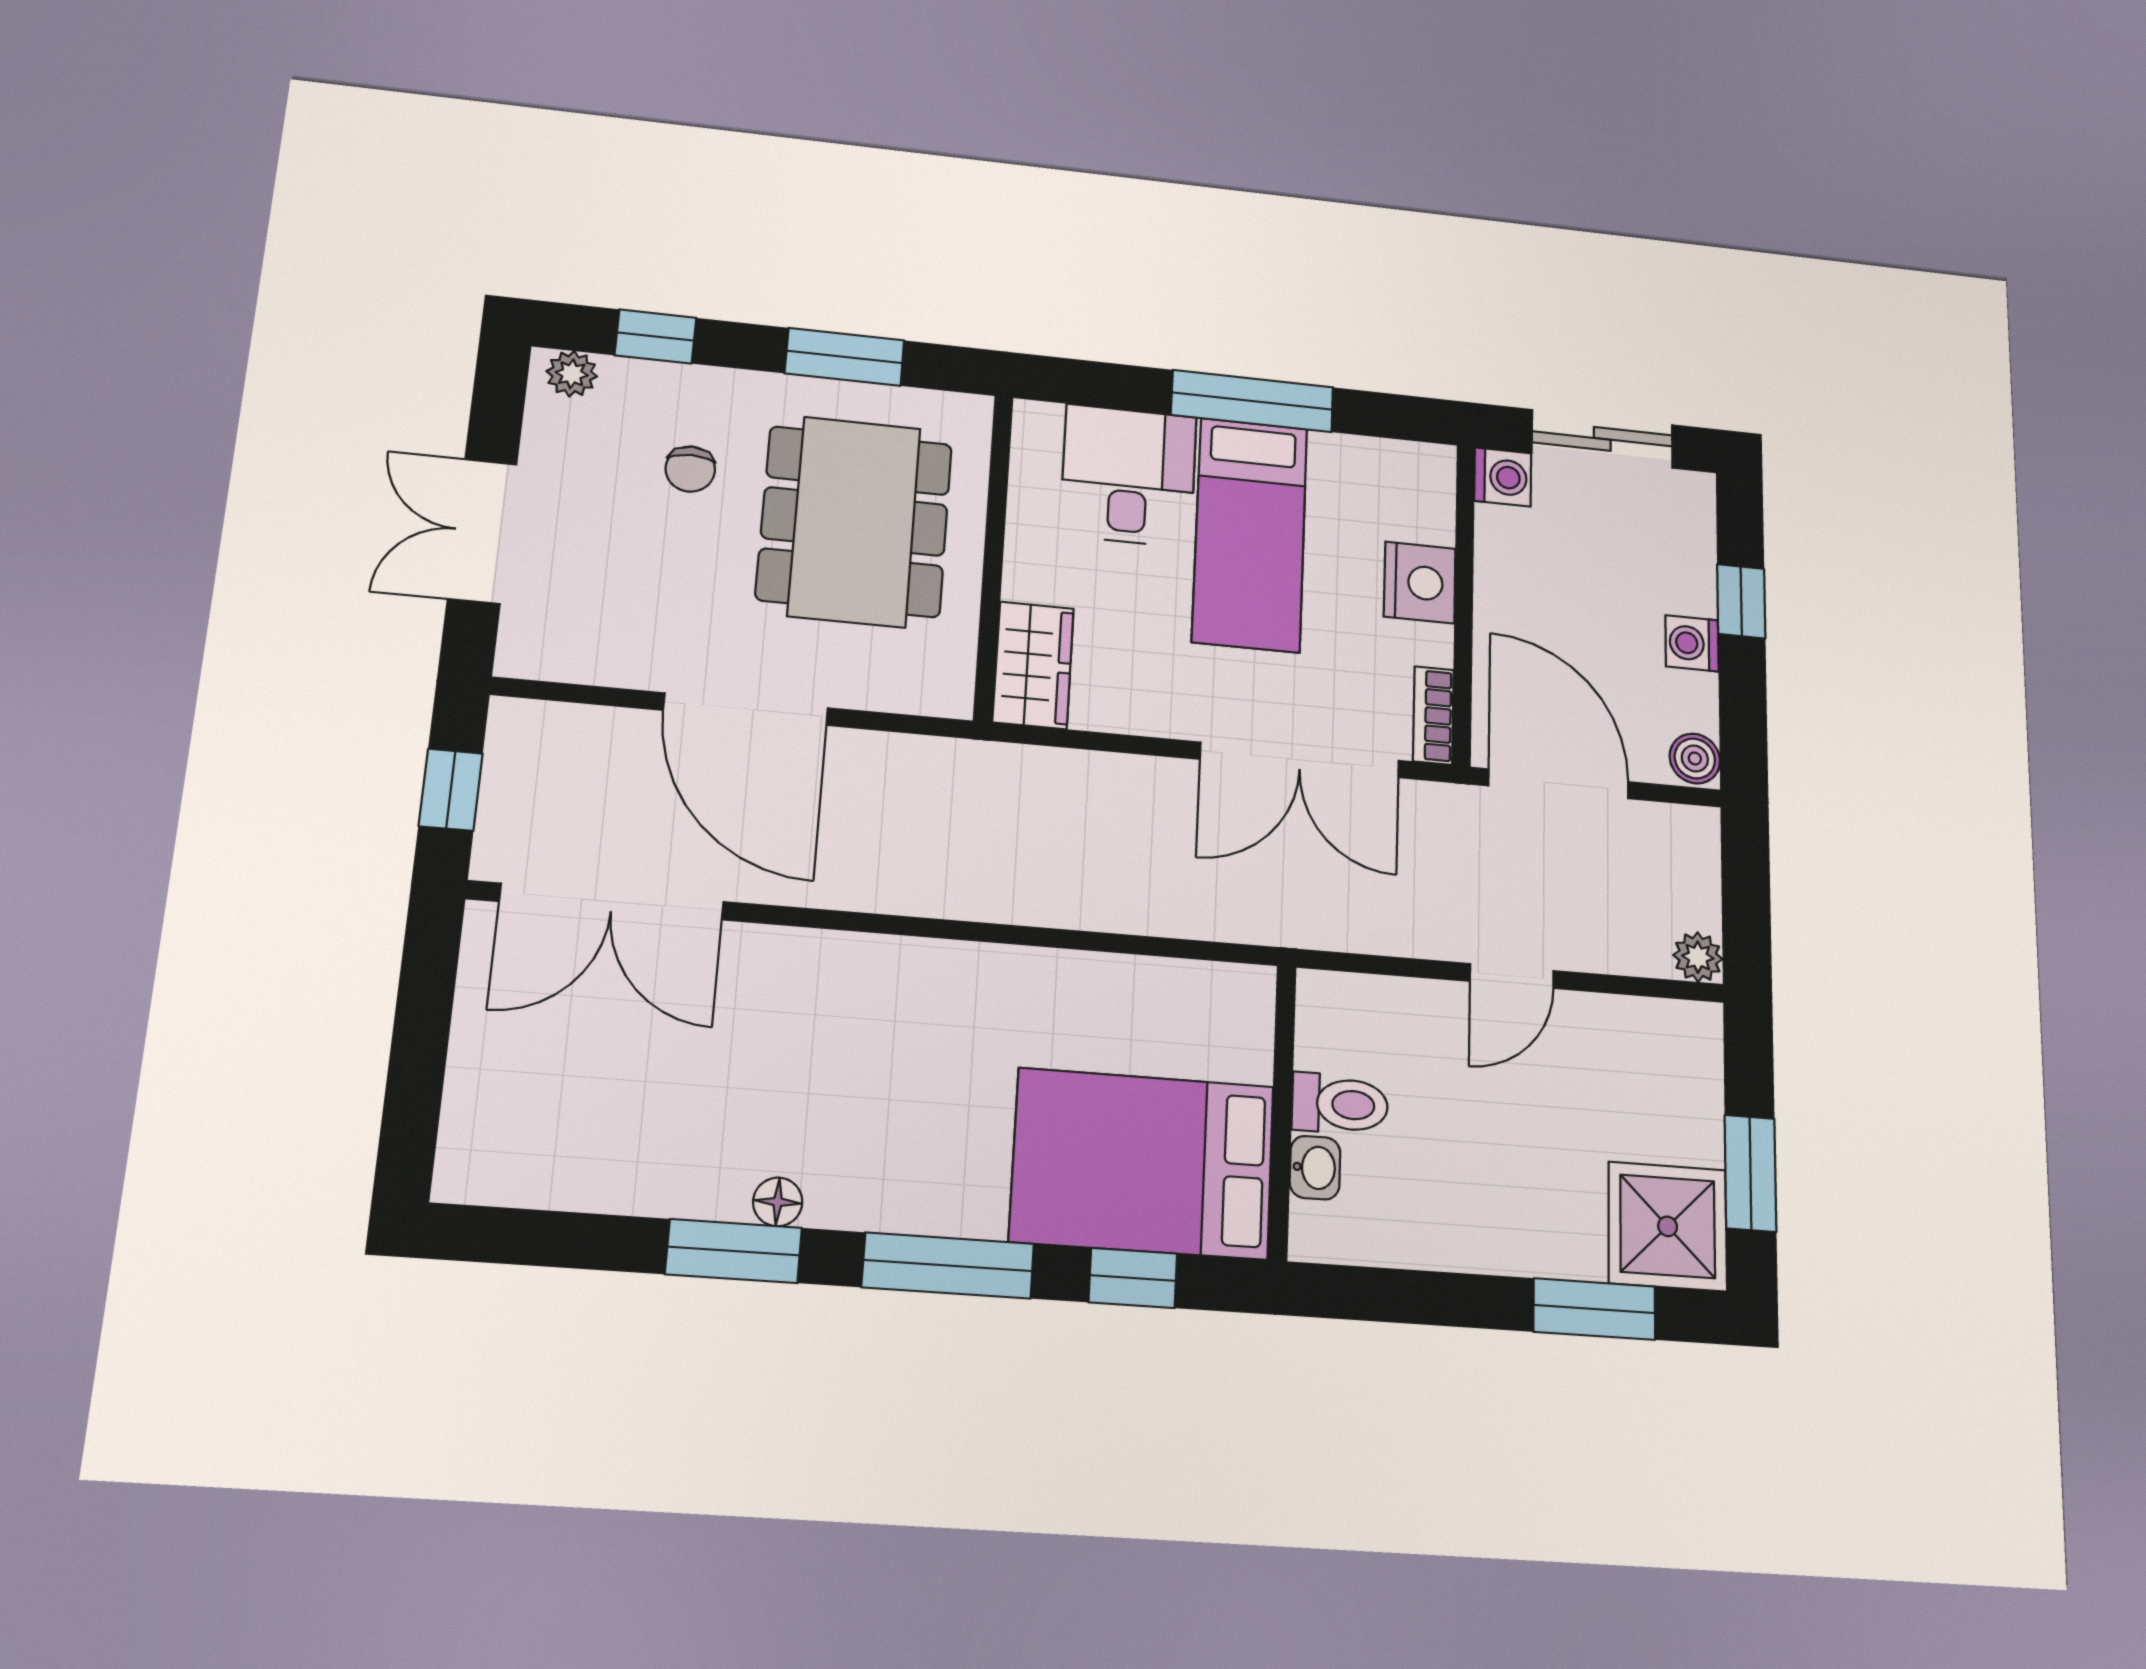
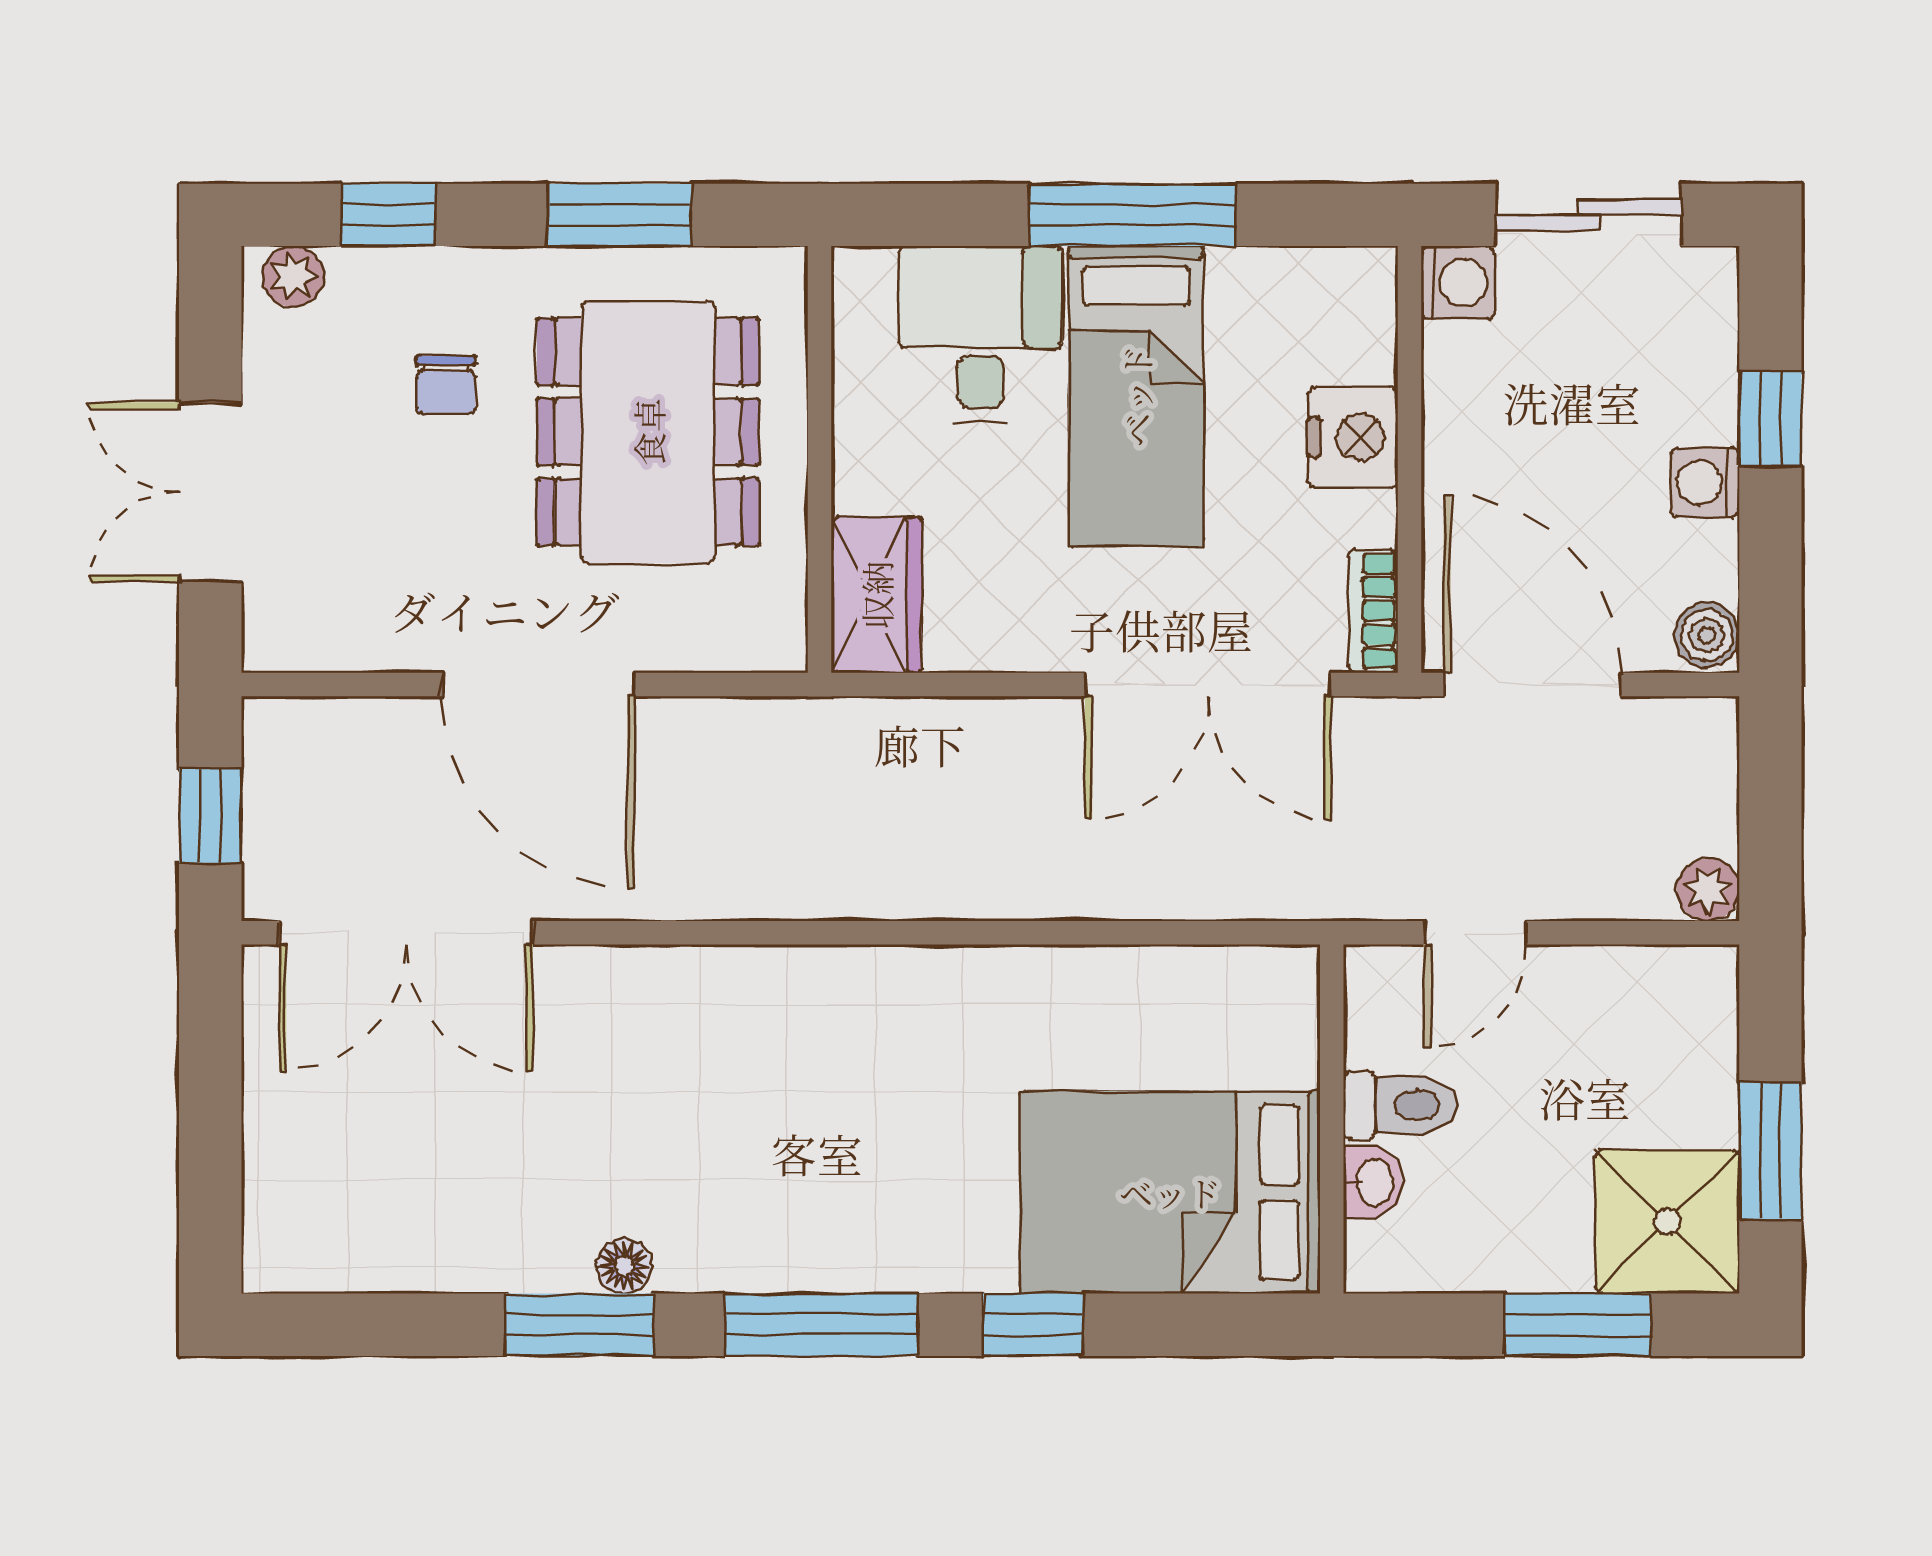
toilet: (1340, 1104) -> (1401, 1105), moved
wall: (1282, 1112) -> (1332, 1119), moved
bed: (1143, 1164) -> (1170, 1192), moved
washbasin: (1315, 1168) -> (1373, 1182), moved

